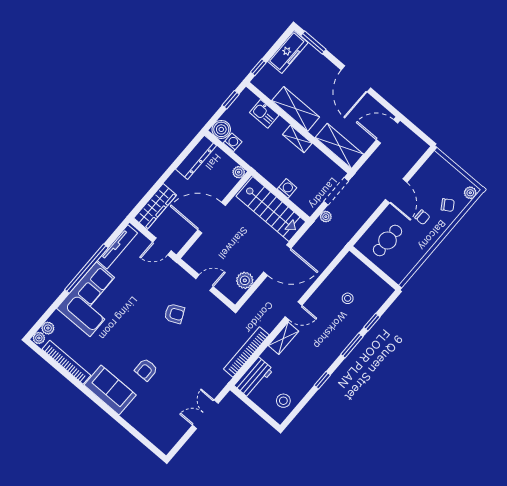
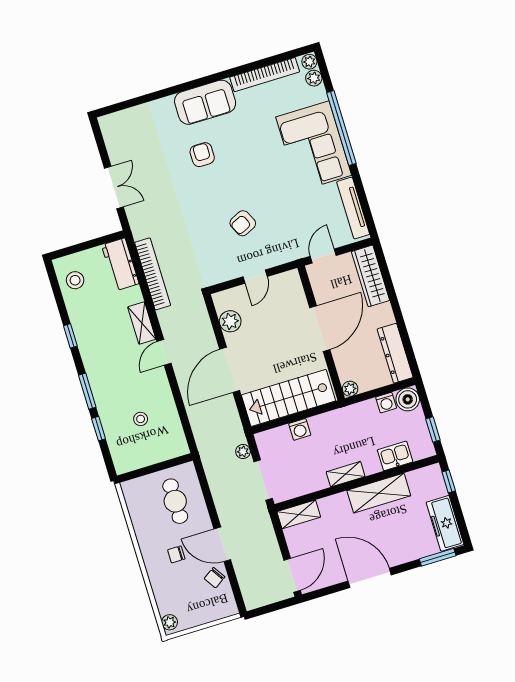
shelving: (339, 146) -> (299, 514), width x0.67, depth x0.75
chair: (448, 205) -> (215, 578), moved
window: (86, 269) -> (341, 128), moved

